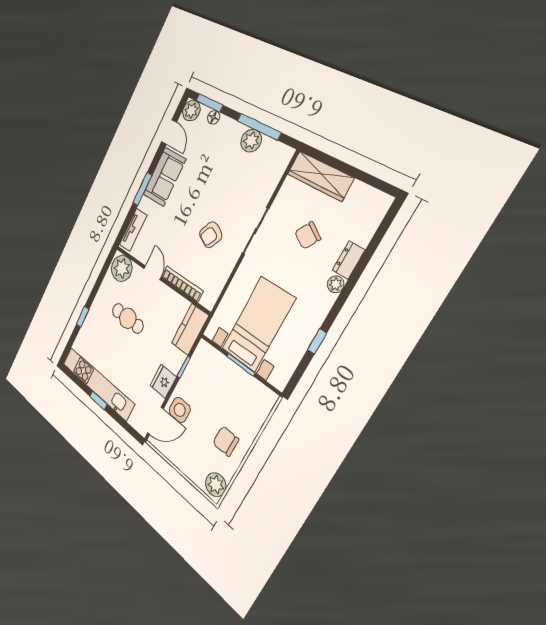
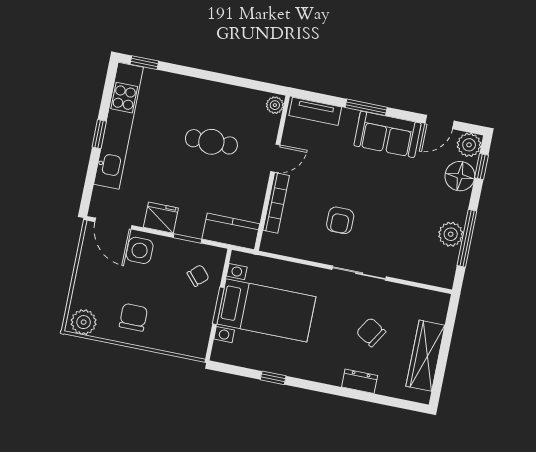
window: (209, 103) -> (481, 166), width x0.67
floor lamp: (213, 117) -> (460, 176), width x1.89, depth x1.89
wardrobe: (320, 176) -> (425, 356), moved
armchair: (211, 235) -> (340, 220), turned -117
plant: (122, 268) -> (275, 105), width x0.53, depth x0.53
plant: (336, 284) -> (333, 377), removed
window: (83, 317) -> (144, 63), moved
cafe table: (128, 318) -> (211, 142), turned 90
chair: (213, 371) -> (198, 276), added

